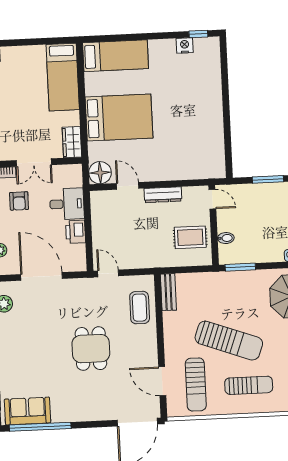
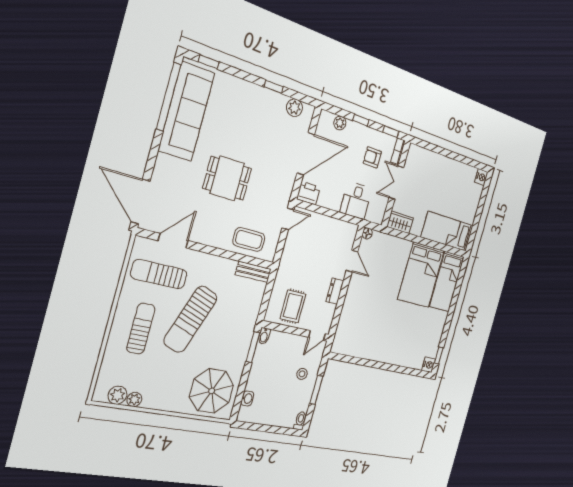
nightstand: (185, 45) -> (429, 365), moved
bed: (119, 117) -> (421, 275), moved
floor lamp: (100, 173) -> (367, 233), width x0.53, depth x0.53
door: (128, 186) -> (352, 261), hinge flipped
dresser: (163, 195) -> (335, 291), width x0.70
stool: (255, 202) -> (302, 374), added
printer: (76, 232) -> (308, 193), moved
bidet: (226, 238) -> (264, 336), moved
sun lounger: (249, 385) -> (141, 329), turned 180
sofa: (28, 411) -> (187, 112), width x1.85, depth x1.27

